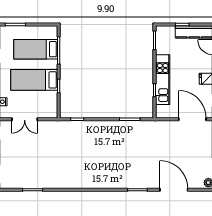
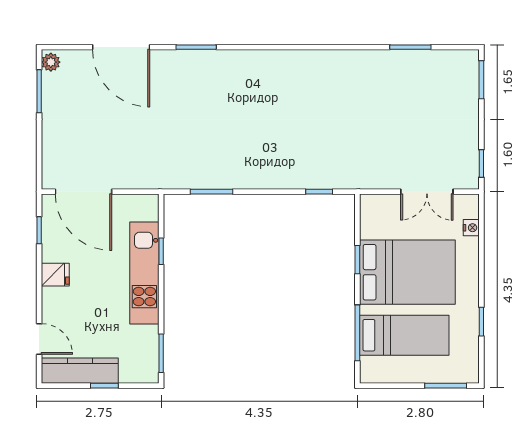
bed: (34, 80) -> (407, 272), width x1.50
double door: (25, 119) -> (427, 192), swing flipped

